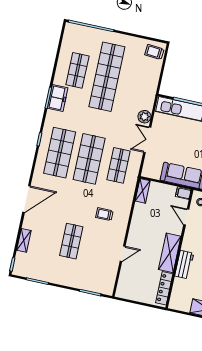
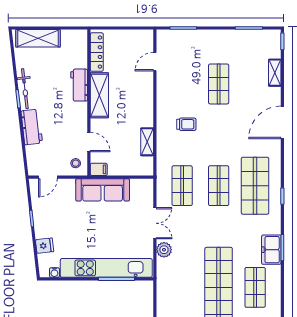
shop shelf: (89, 159) -> (219, 186), width x0.70, depth x0.74
shelving: (143, 191) -> (147, 142), moved
door: (123, 254) -> (155, 62), moved

